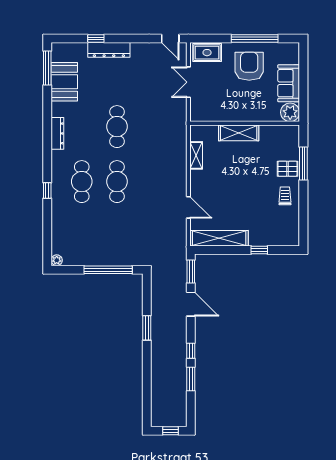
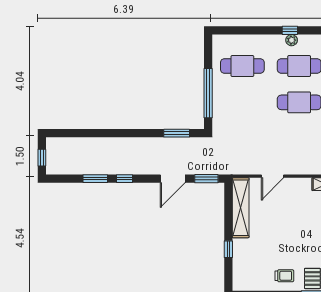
cafe table: (82, 237) -> (242, 66), added
plant: (57, 260) -> (292, 40), moved
window: (147, 328) -> (177, 133), moved

